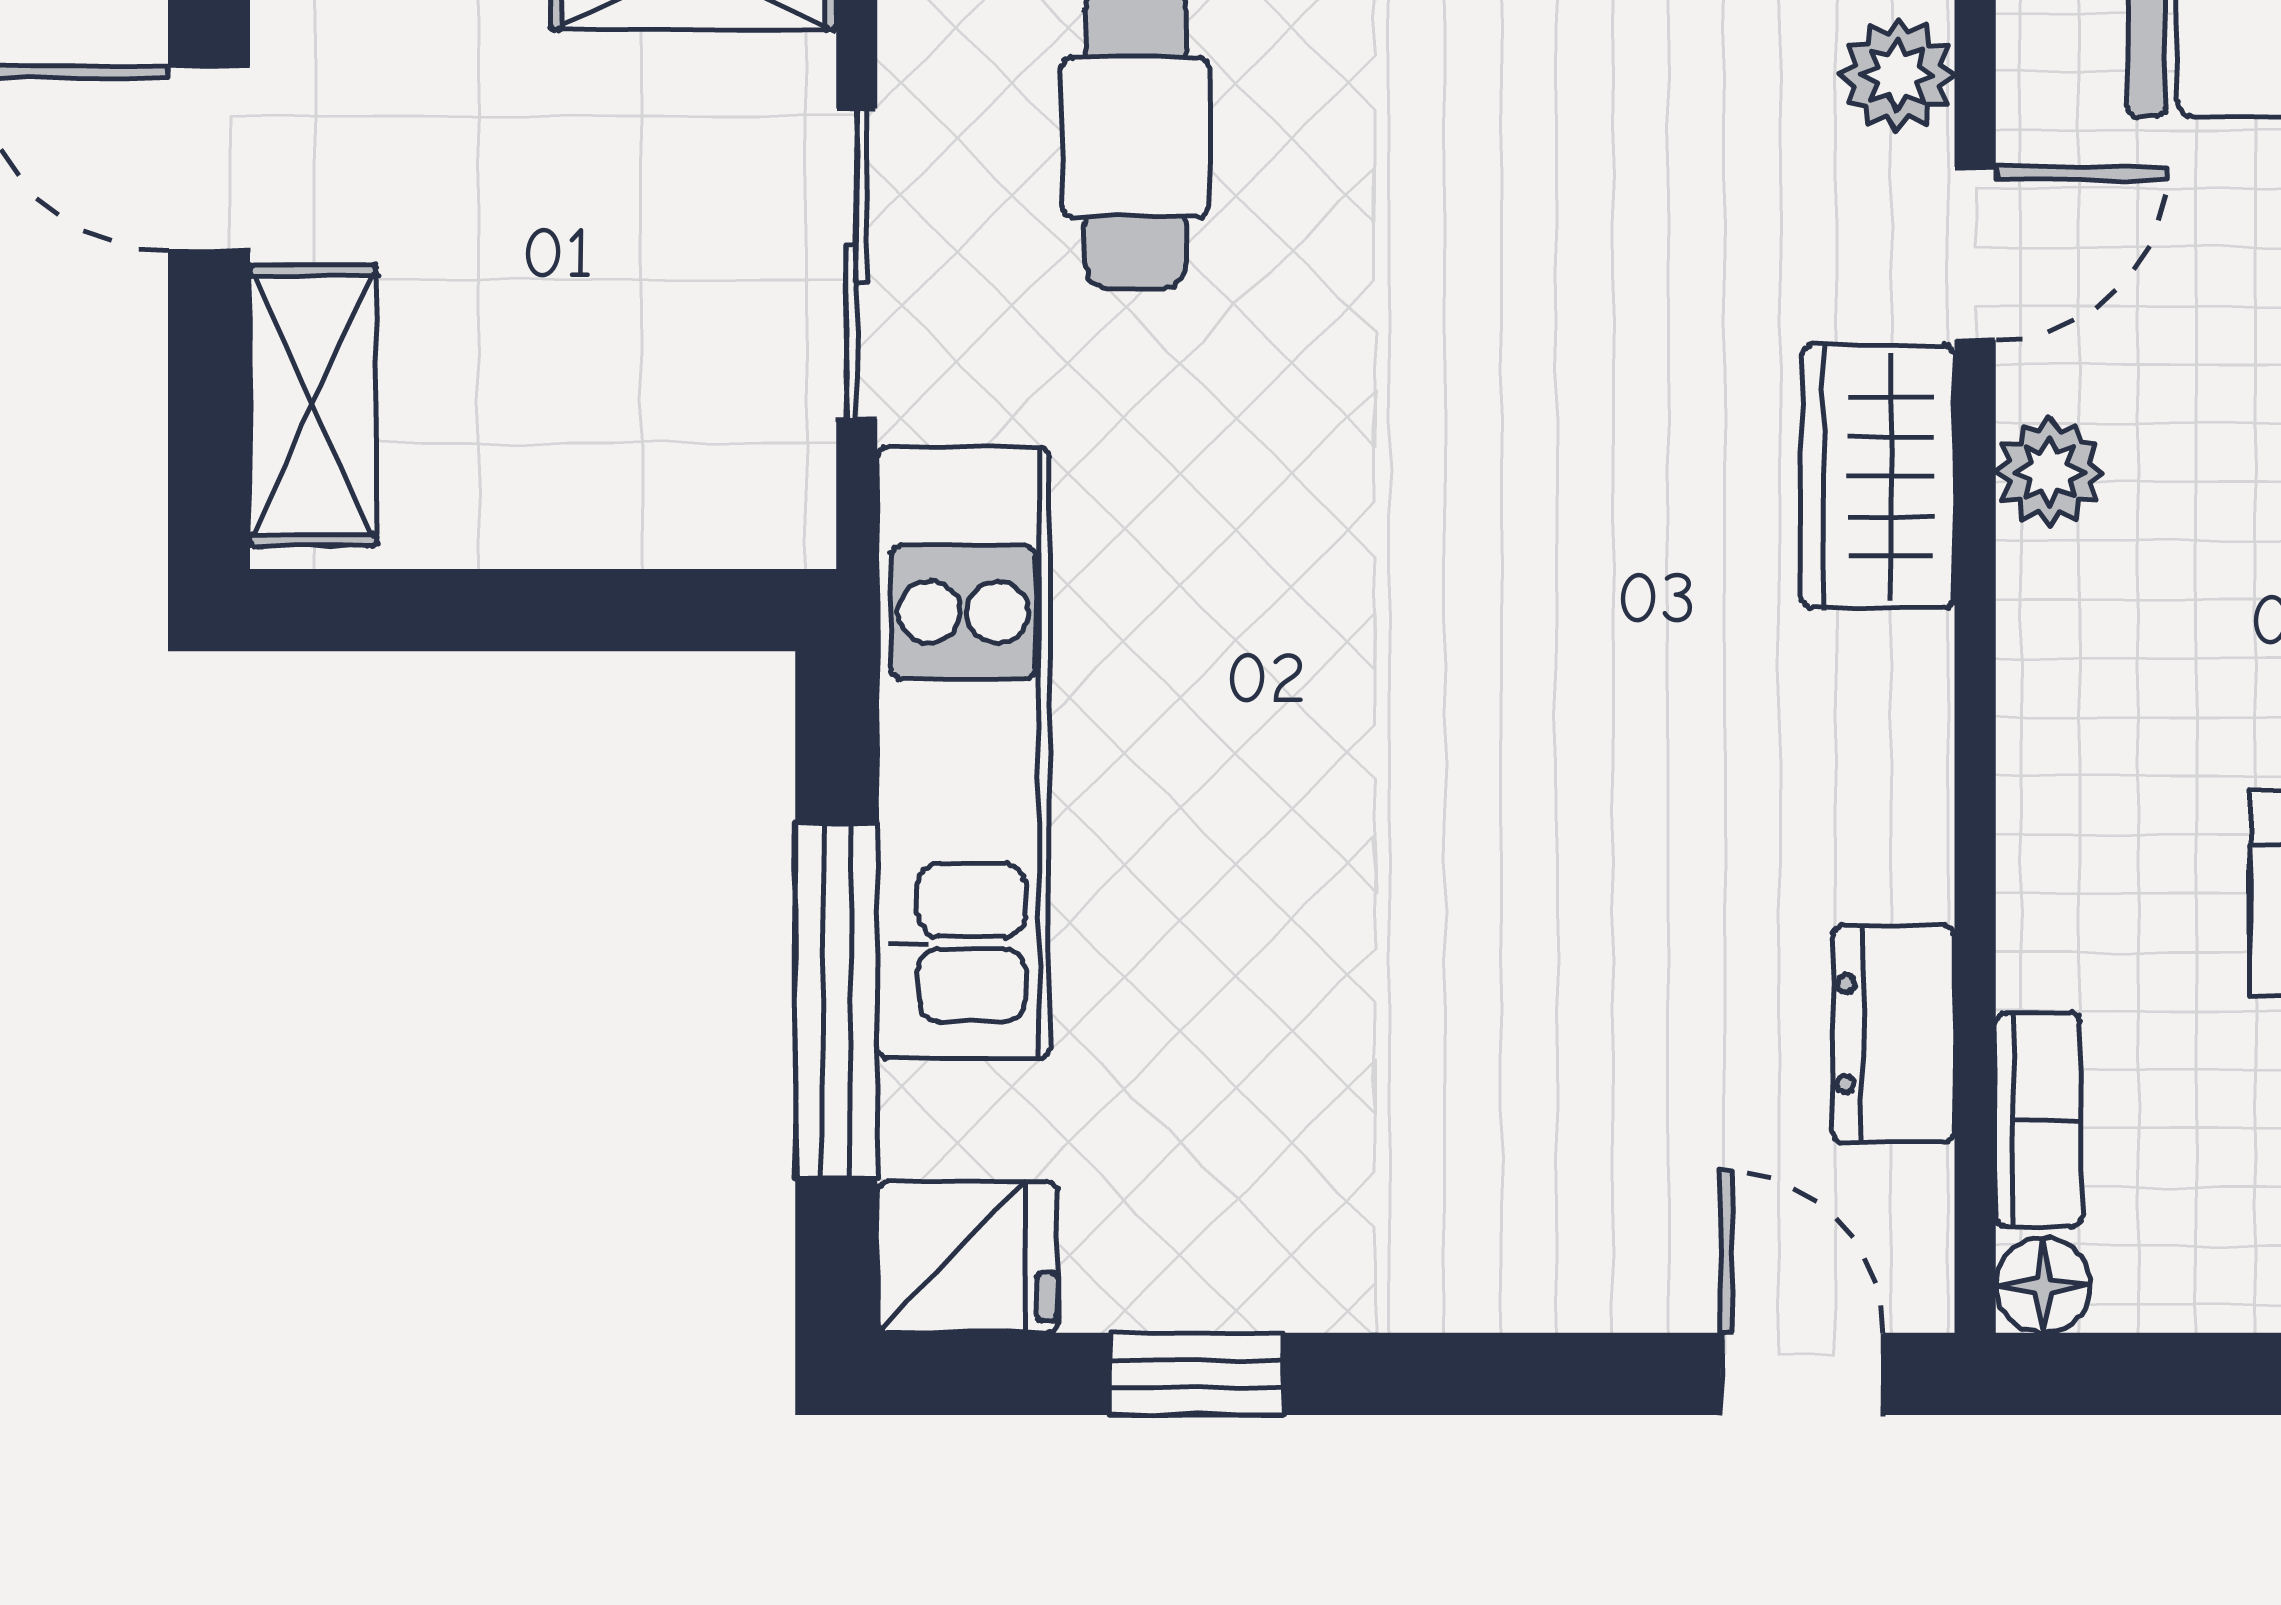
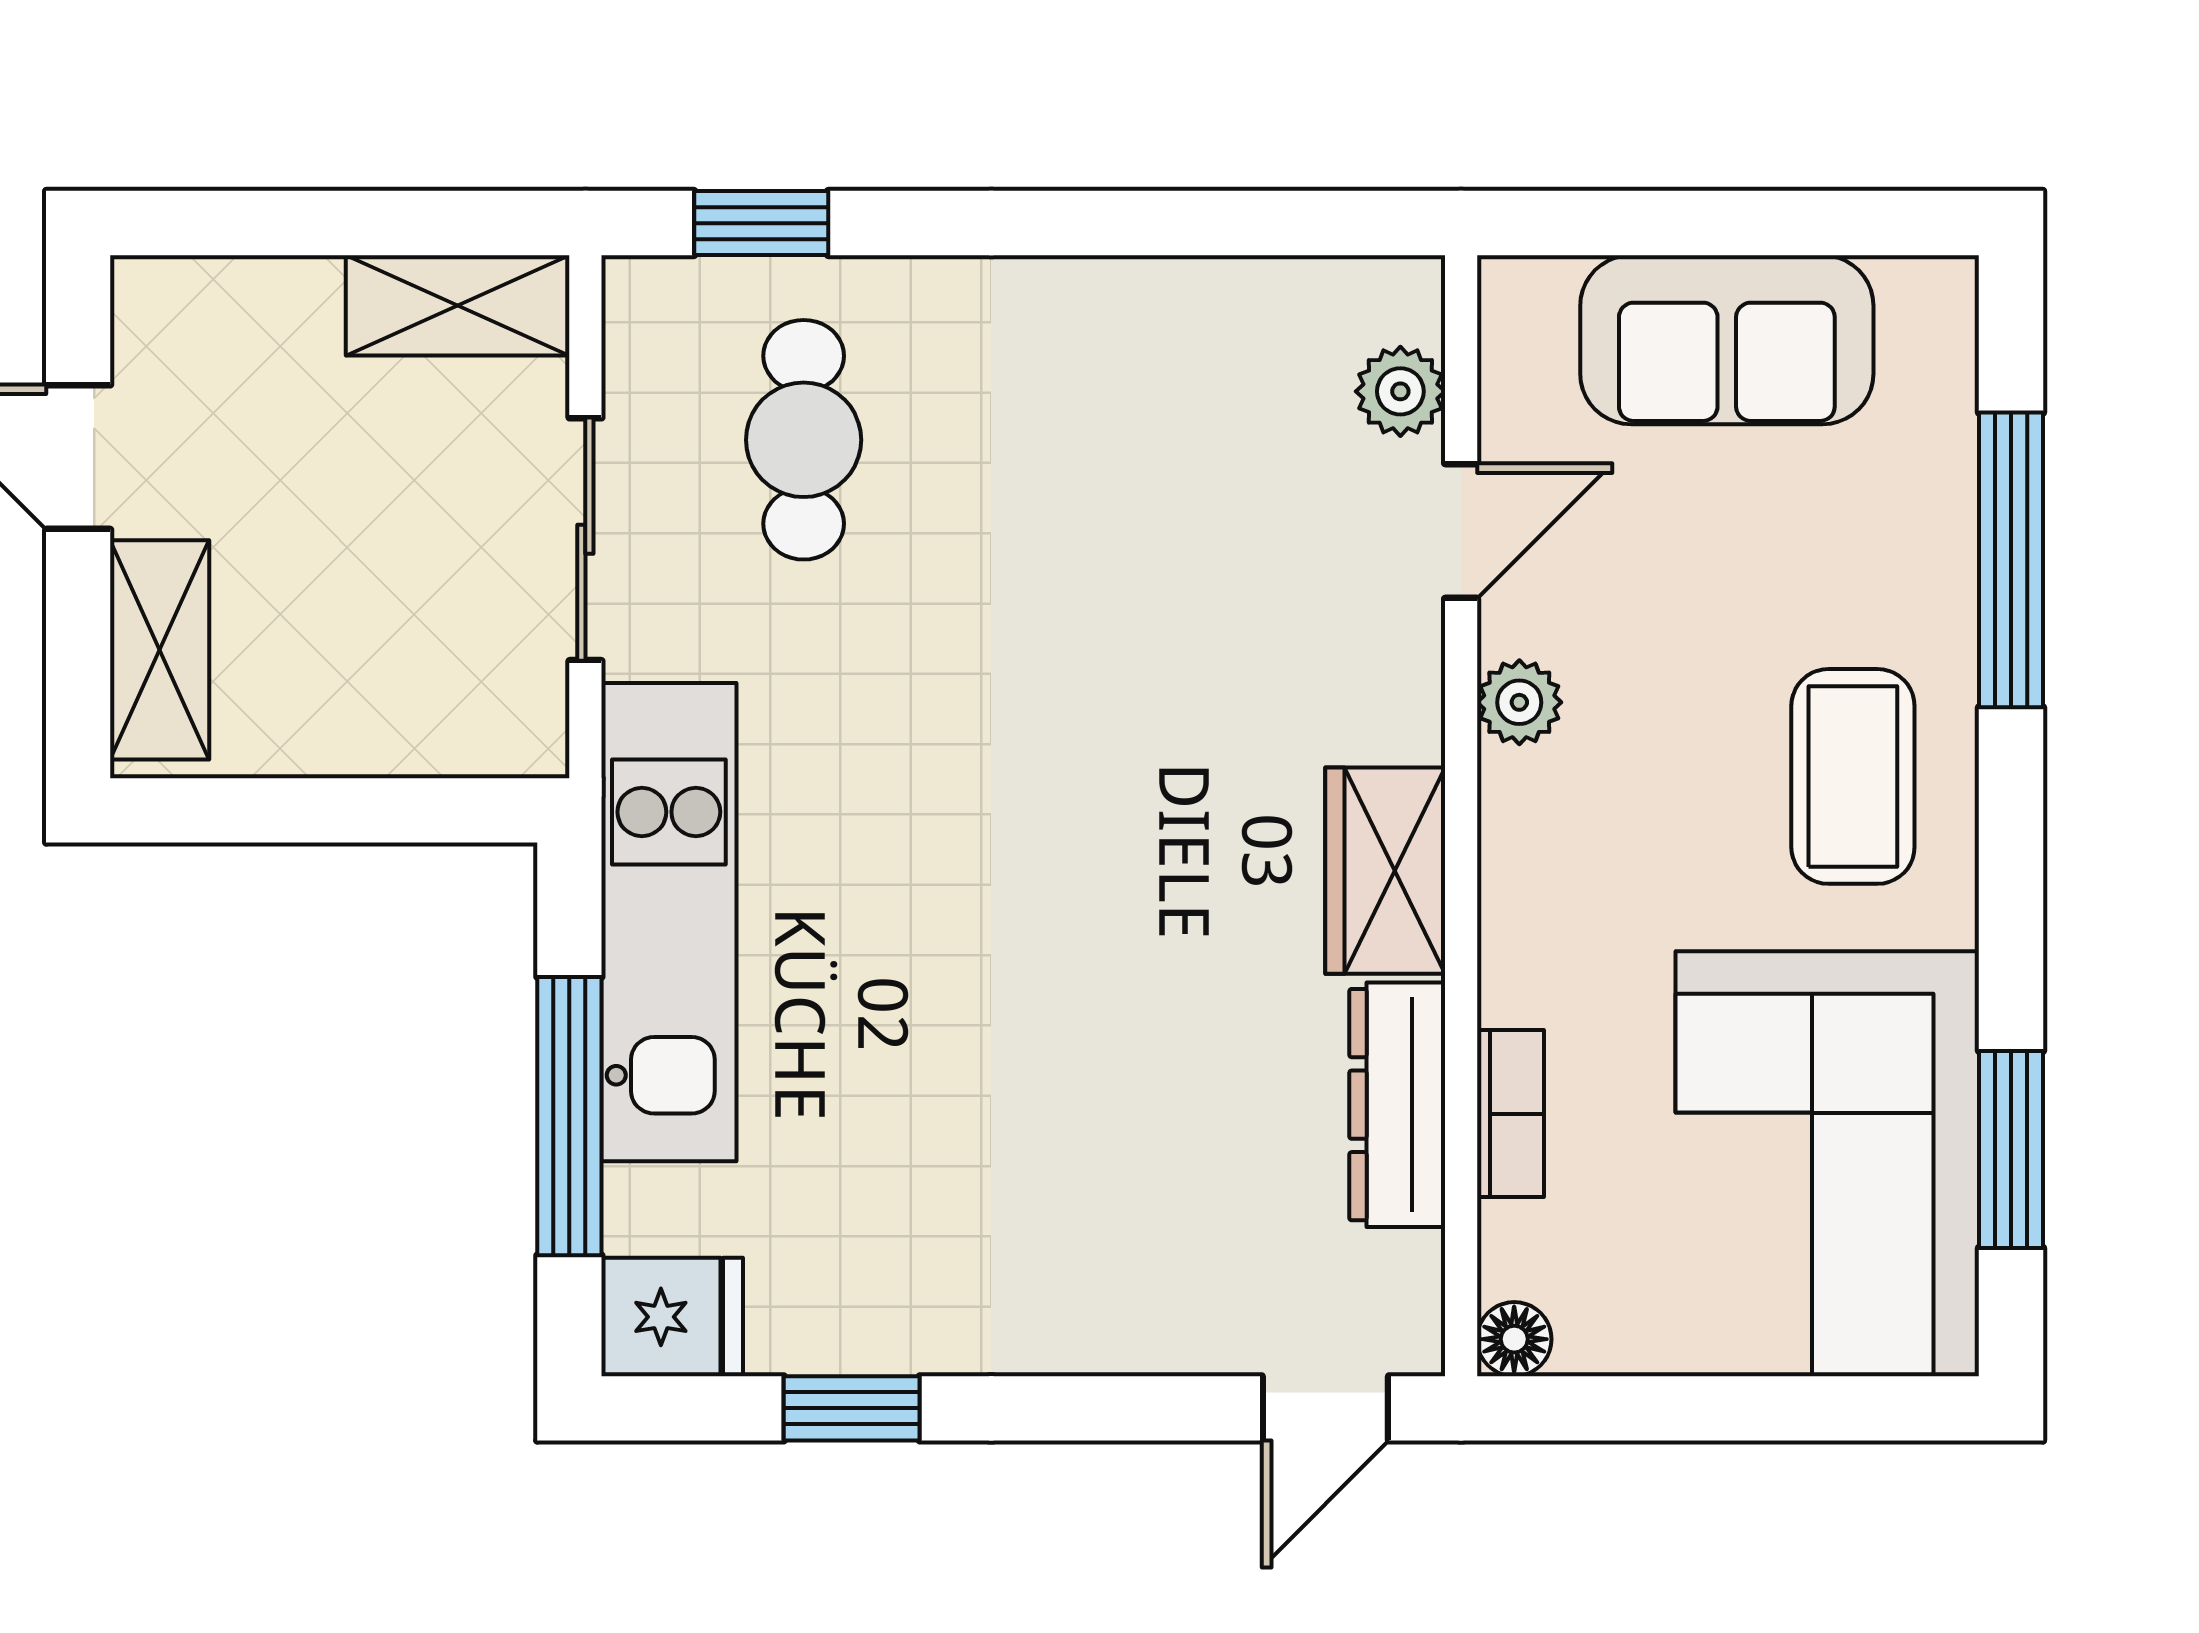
wardrobe: (1878, 477) -> (1385, 871), moved
dresser: (1893, 1034) -> (1397, 1105), width x1.44
bookcase: (2038, 1120) -> (1511, 1114), moved
door: (1802, 1374) -> (1325, 1408), swing flipped

